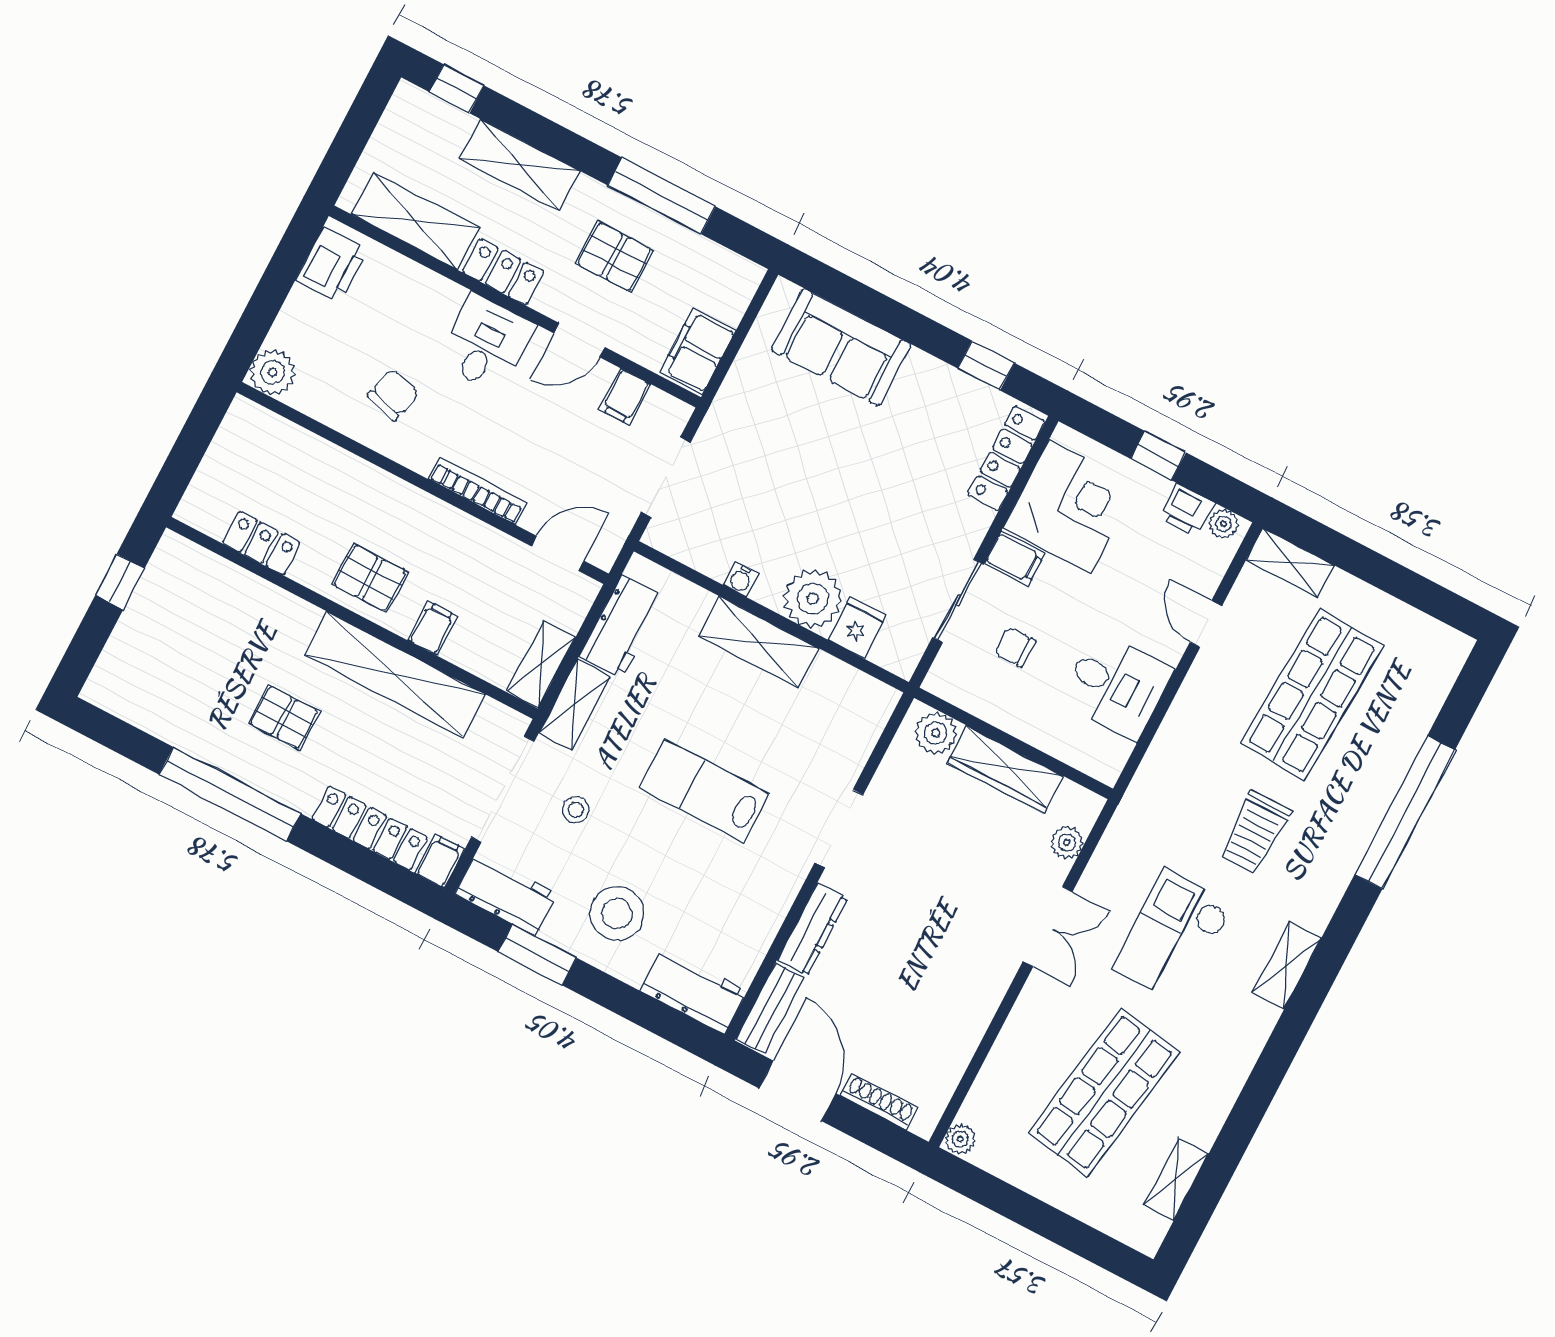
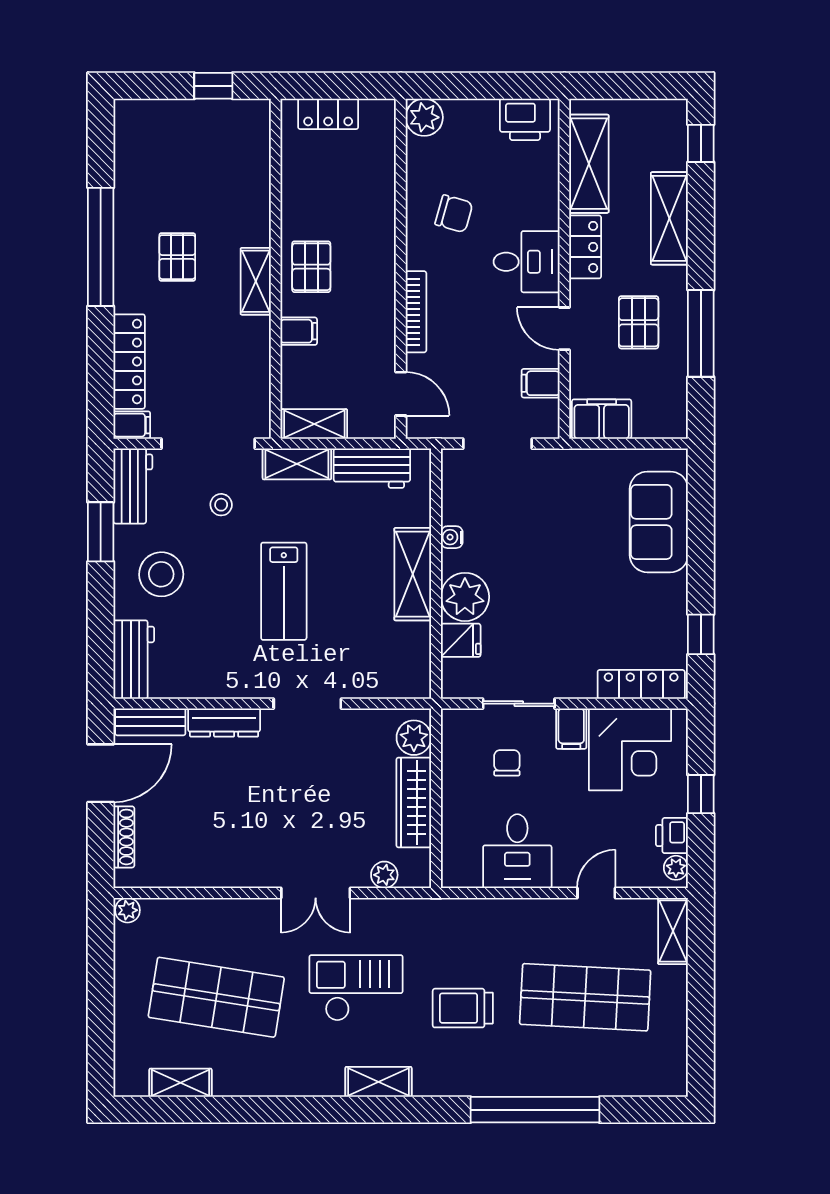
locker: (261, 543) -> (328, 114), moved, turned 90
shelving: (395, 674) -> (256, 281), width x0.45, depth x0.75
lab bench: (704, 791) -> (284, 591), turned 180

